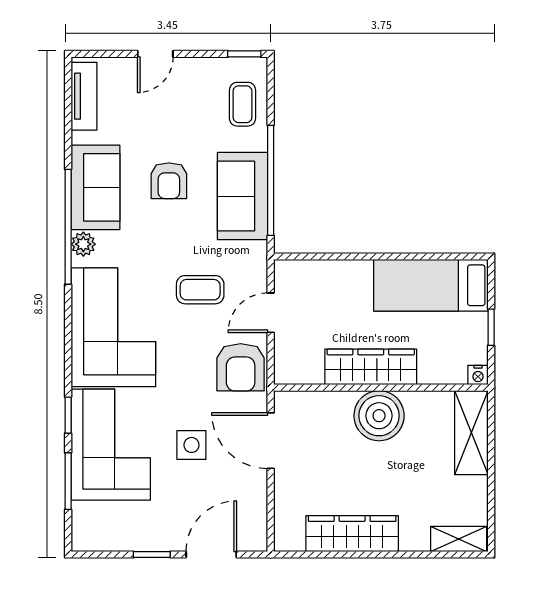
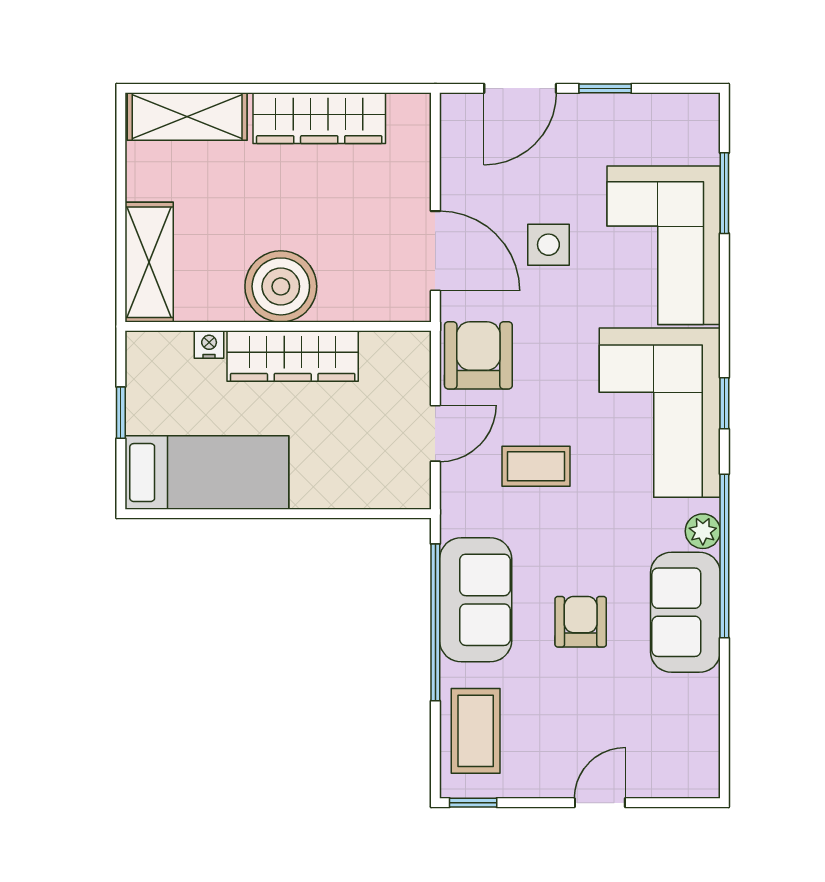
tv unit: (84, 96) -> (702, 742), removed
coffee table: (242, 104) -> (476, 731), width x1.36, depth x1.30
nightstand: (478, 375) -> (209, 345), moved
window: (68, 415) -> (724, 403), moved
shelving: (459, 539) -> (187, 117), width x1.50, depth x1.33

